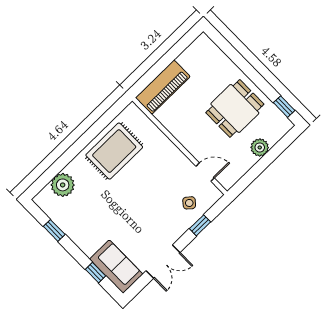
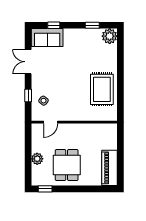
piano: (163, 87) -> (110, 168), moved
plant: (63, 185) -> (110, 36), moved

